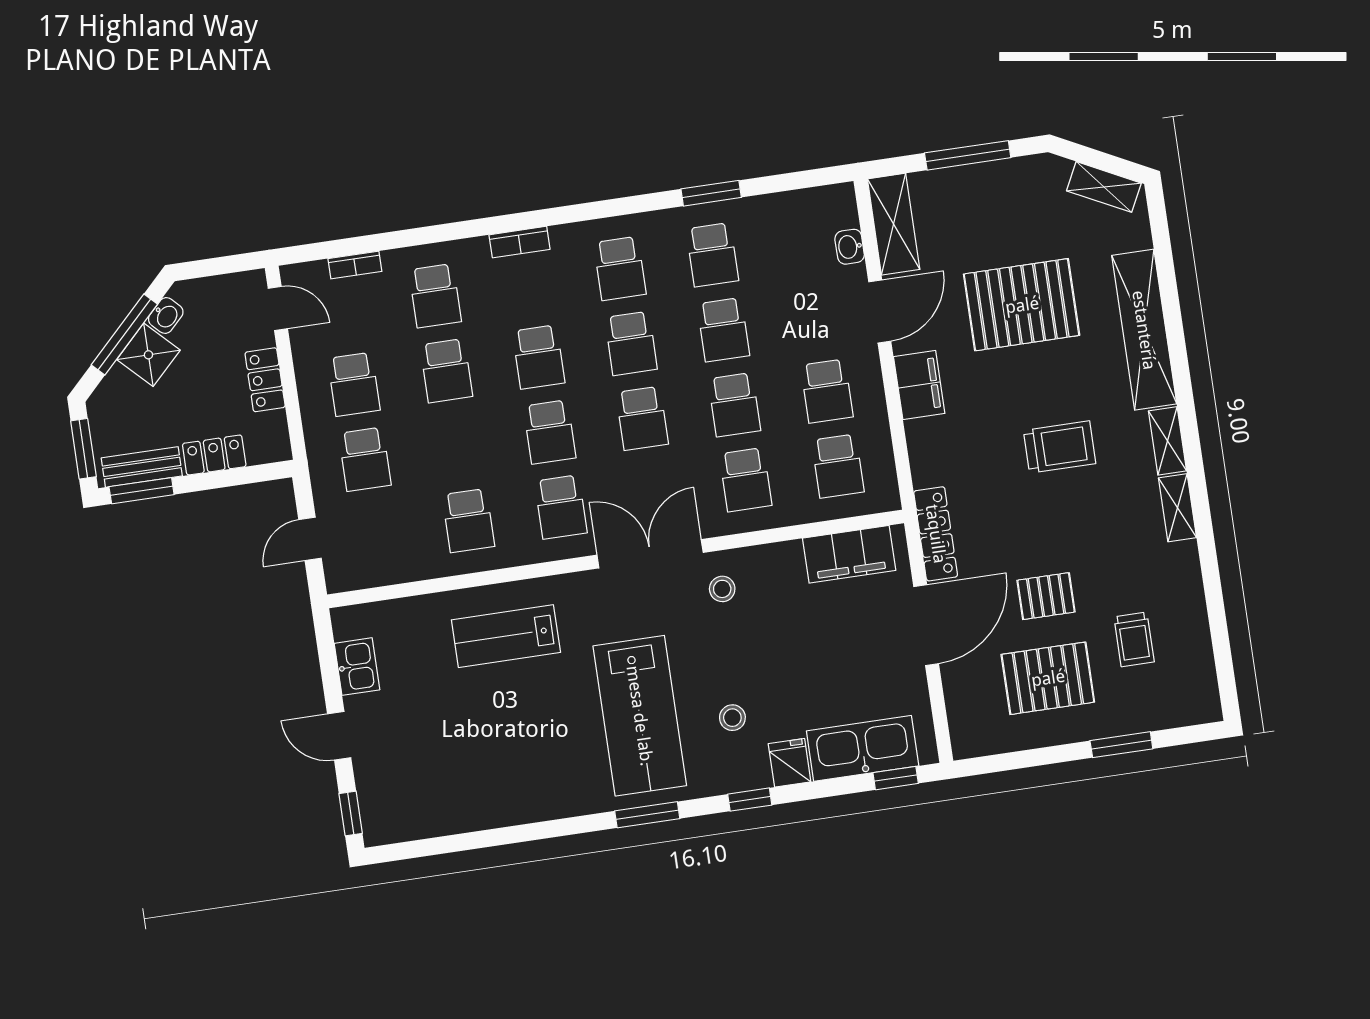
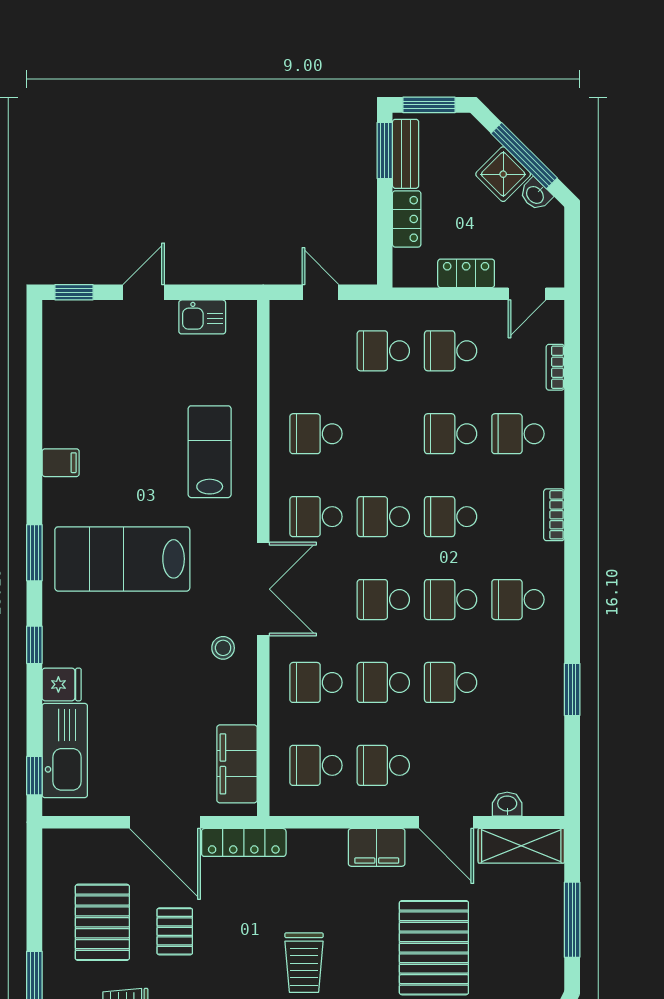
school desk: (712, 255) -> (518, 682), removed
stool: (732, 718) -> (109, 640), removed
filing cabinet: (543, 800) -> (61, 463), added

